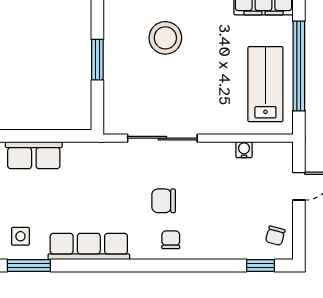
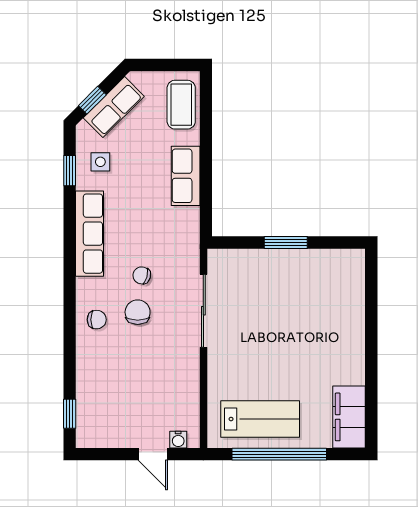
stool: (165, 38) -> (309, 314), removed
water cooler: (244, 150) -> (178, 440), moved, turned 90
chair: (275, 236) -> (142, 275), moved
window: (29, 266) -> (70, 171), width x0.67

